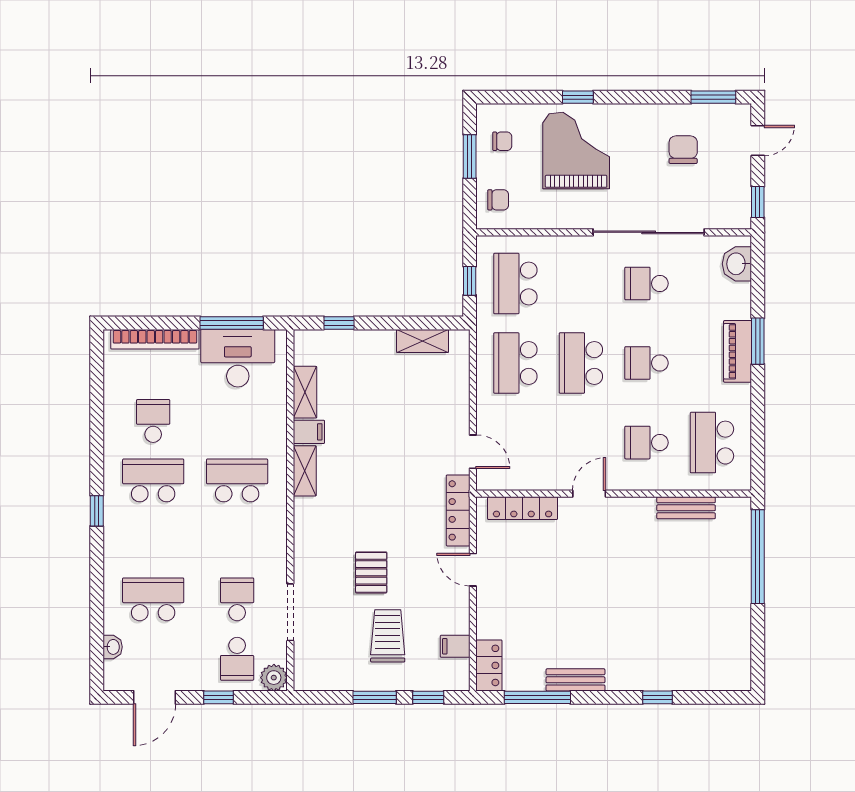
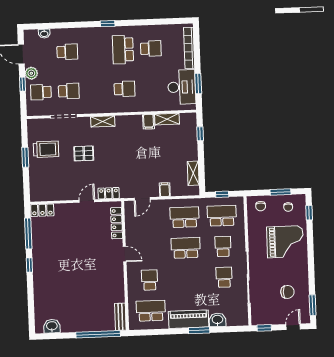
window: (578, 97) -> (309, 213), moved
door: (758, 141) -> (293, 327), swing flipped
washbasin: (737, 264) -> (217, 320), moved
window: (232, 323) -> (198, 84), width x0.69
piano: (738, 351) -> (189, 319), width x1.37, depth x1.33
school desk: (646, 363) -> (223, 246), moved
shelving: (305, 471) -> (103, 121), moved
school desk: (153, 480) -> (123, 50), turned 180
school desk: (237, 480) -> (124, 89), width x0.54
bench: (686, 508) -> (120, 317), moved
locker: (458, 510) -> (109, 193), width x0.66
school desk: (153, 599) -> (67, 52), width x0.54
trolley: (388, 636) -> (46, 149), moved
filing cabinet: (455, 646) -> (165, 190), moved
washbasin: (737, 655) -> (52, 326), added
plant: (274, 678) -> (31, 73), moved
bench: (575, 680) -> (37, 251), removed
window: (428, 697) -> (26, 182), removed
window: (657, 697) -> (29, 265), moved

